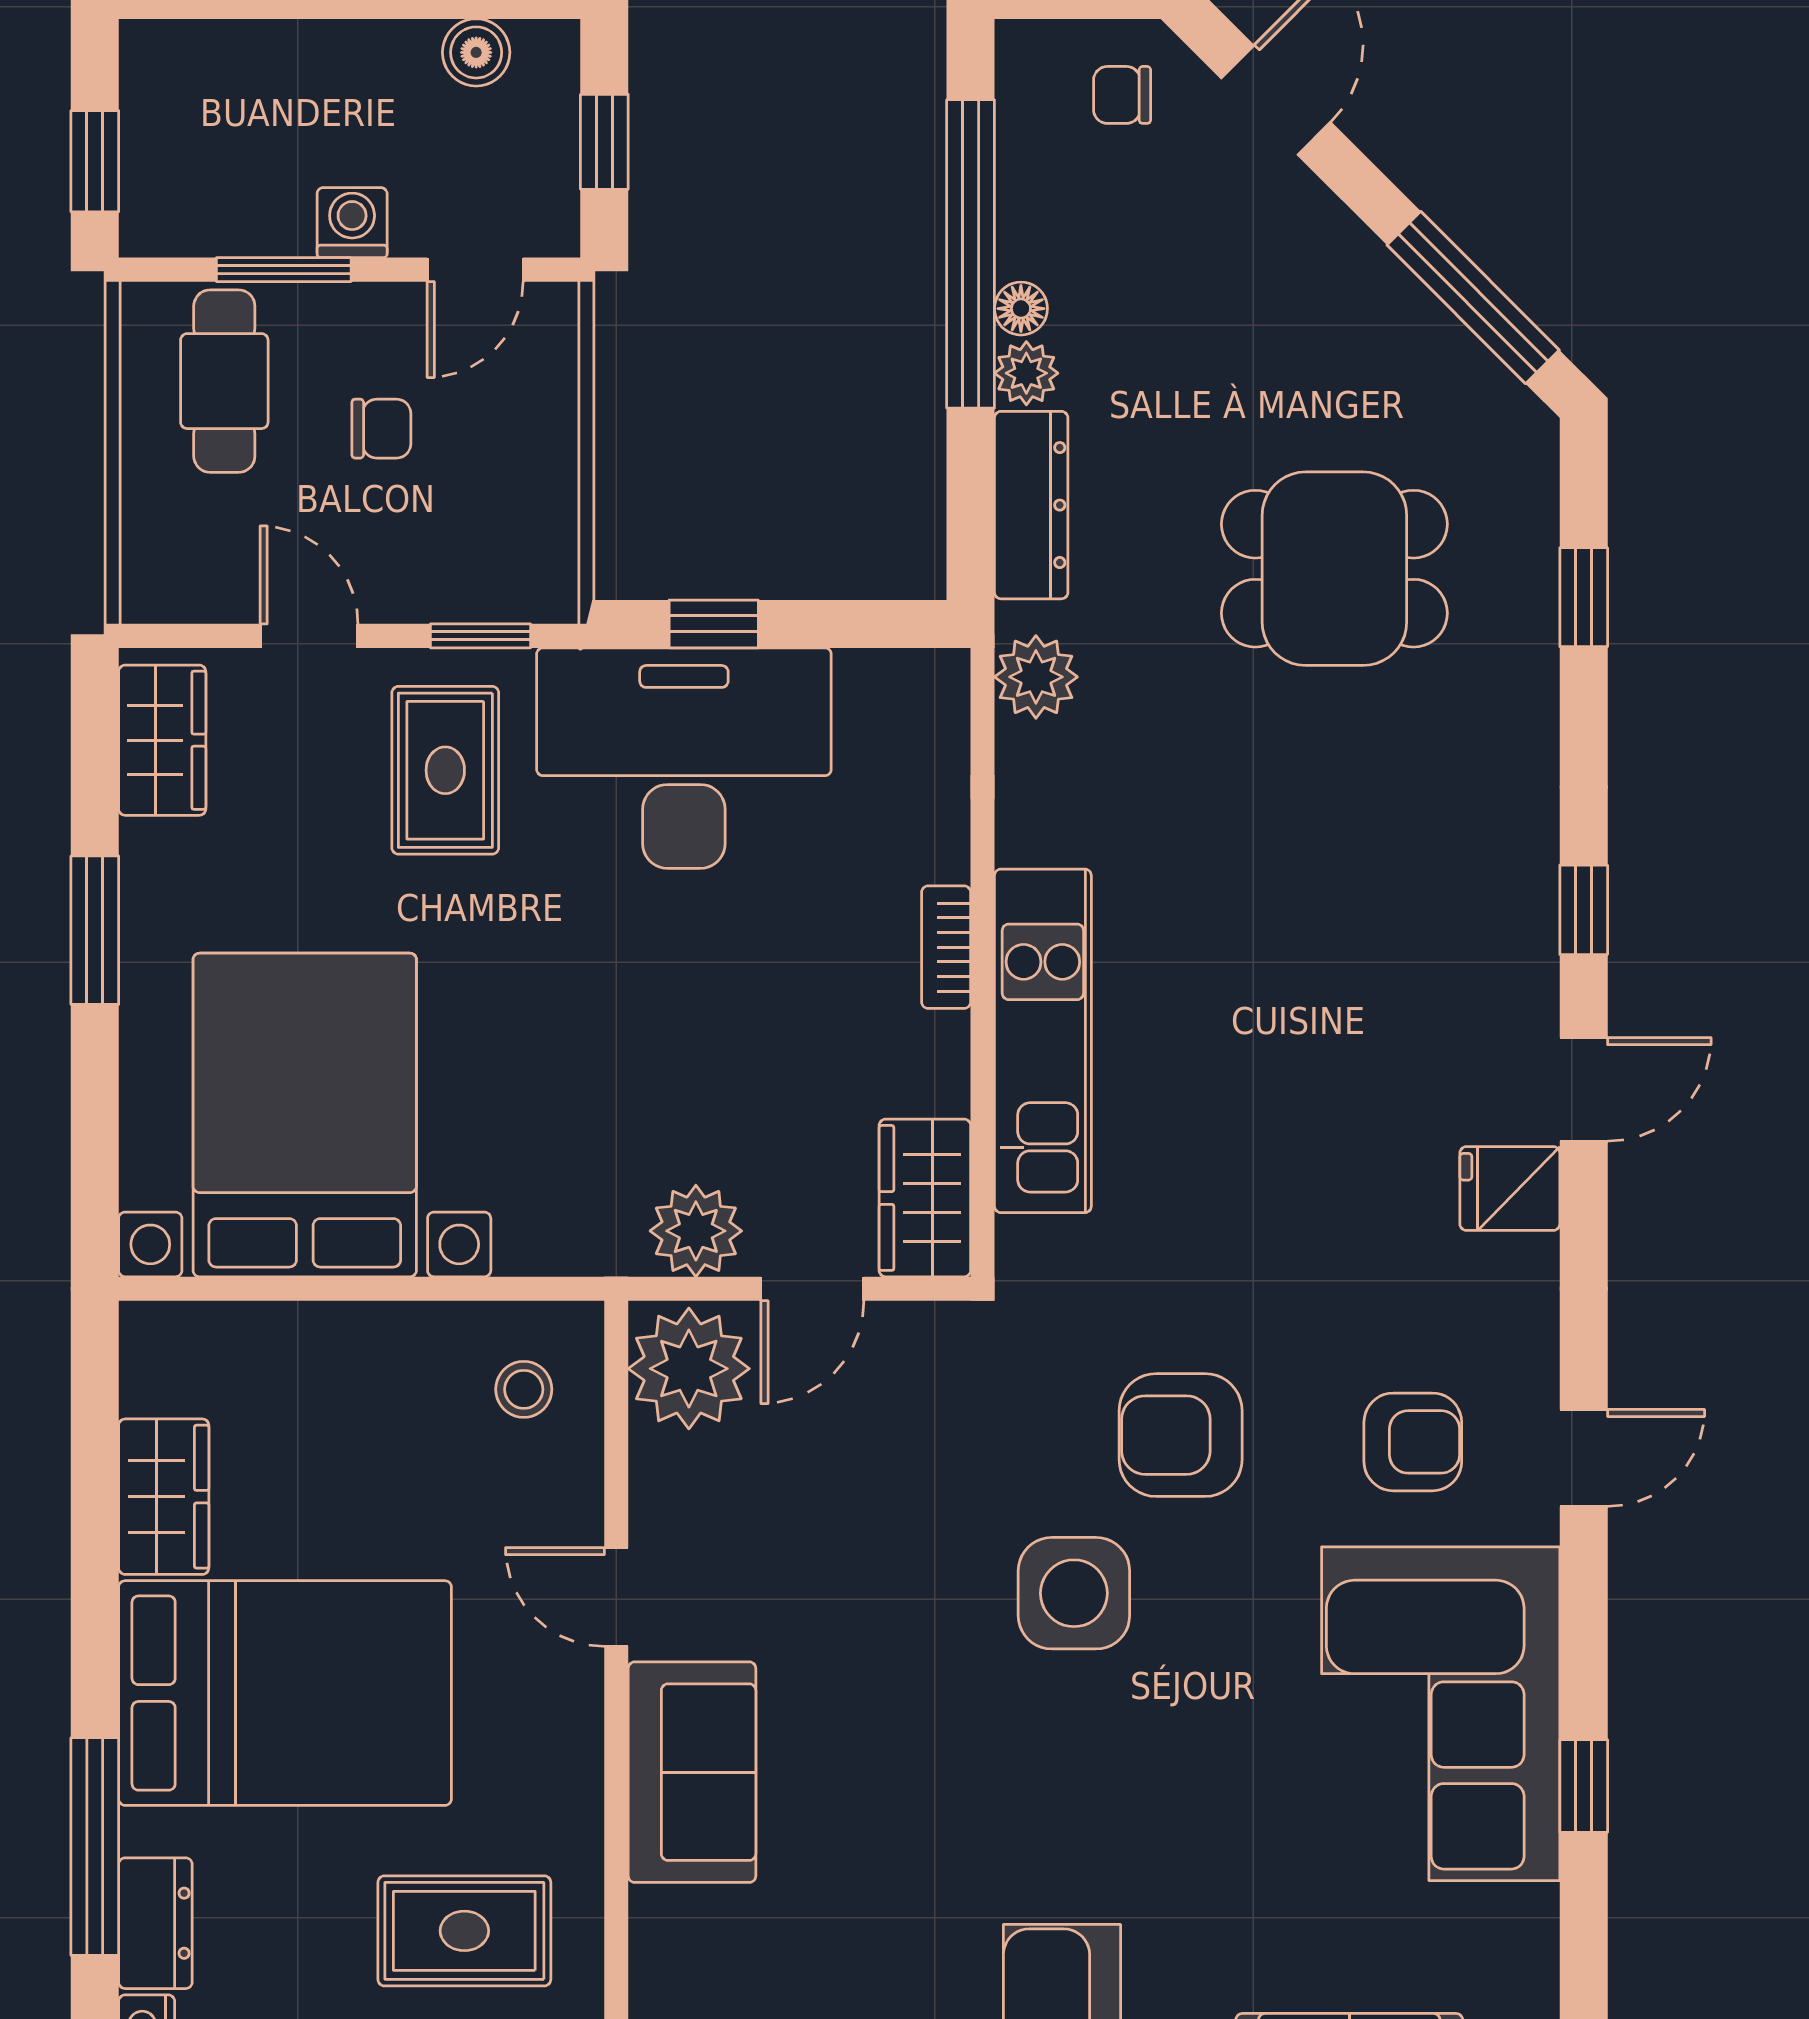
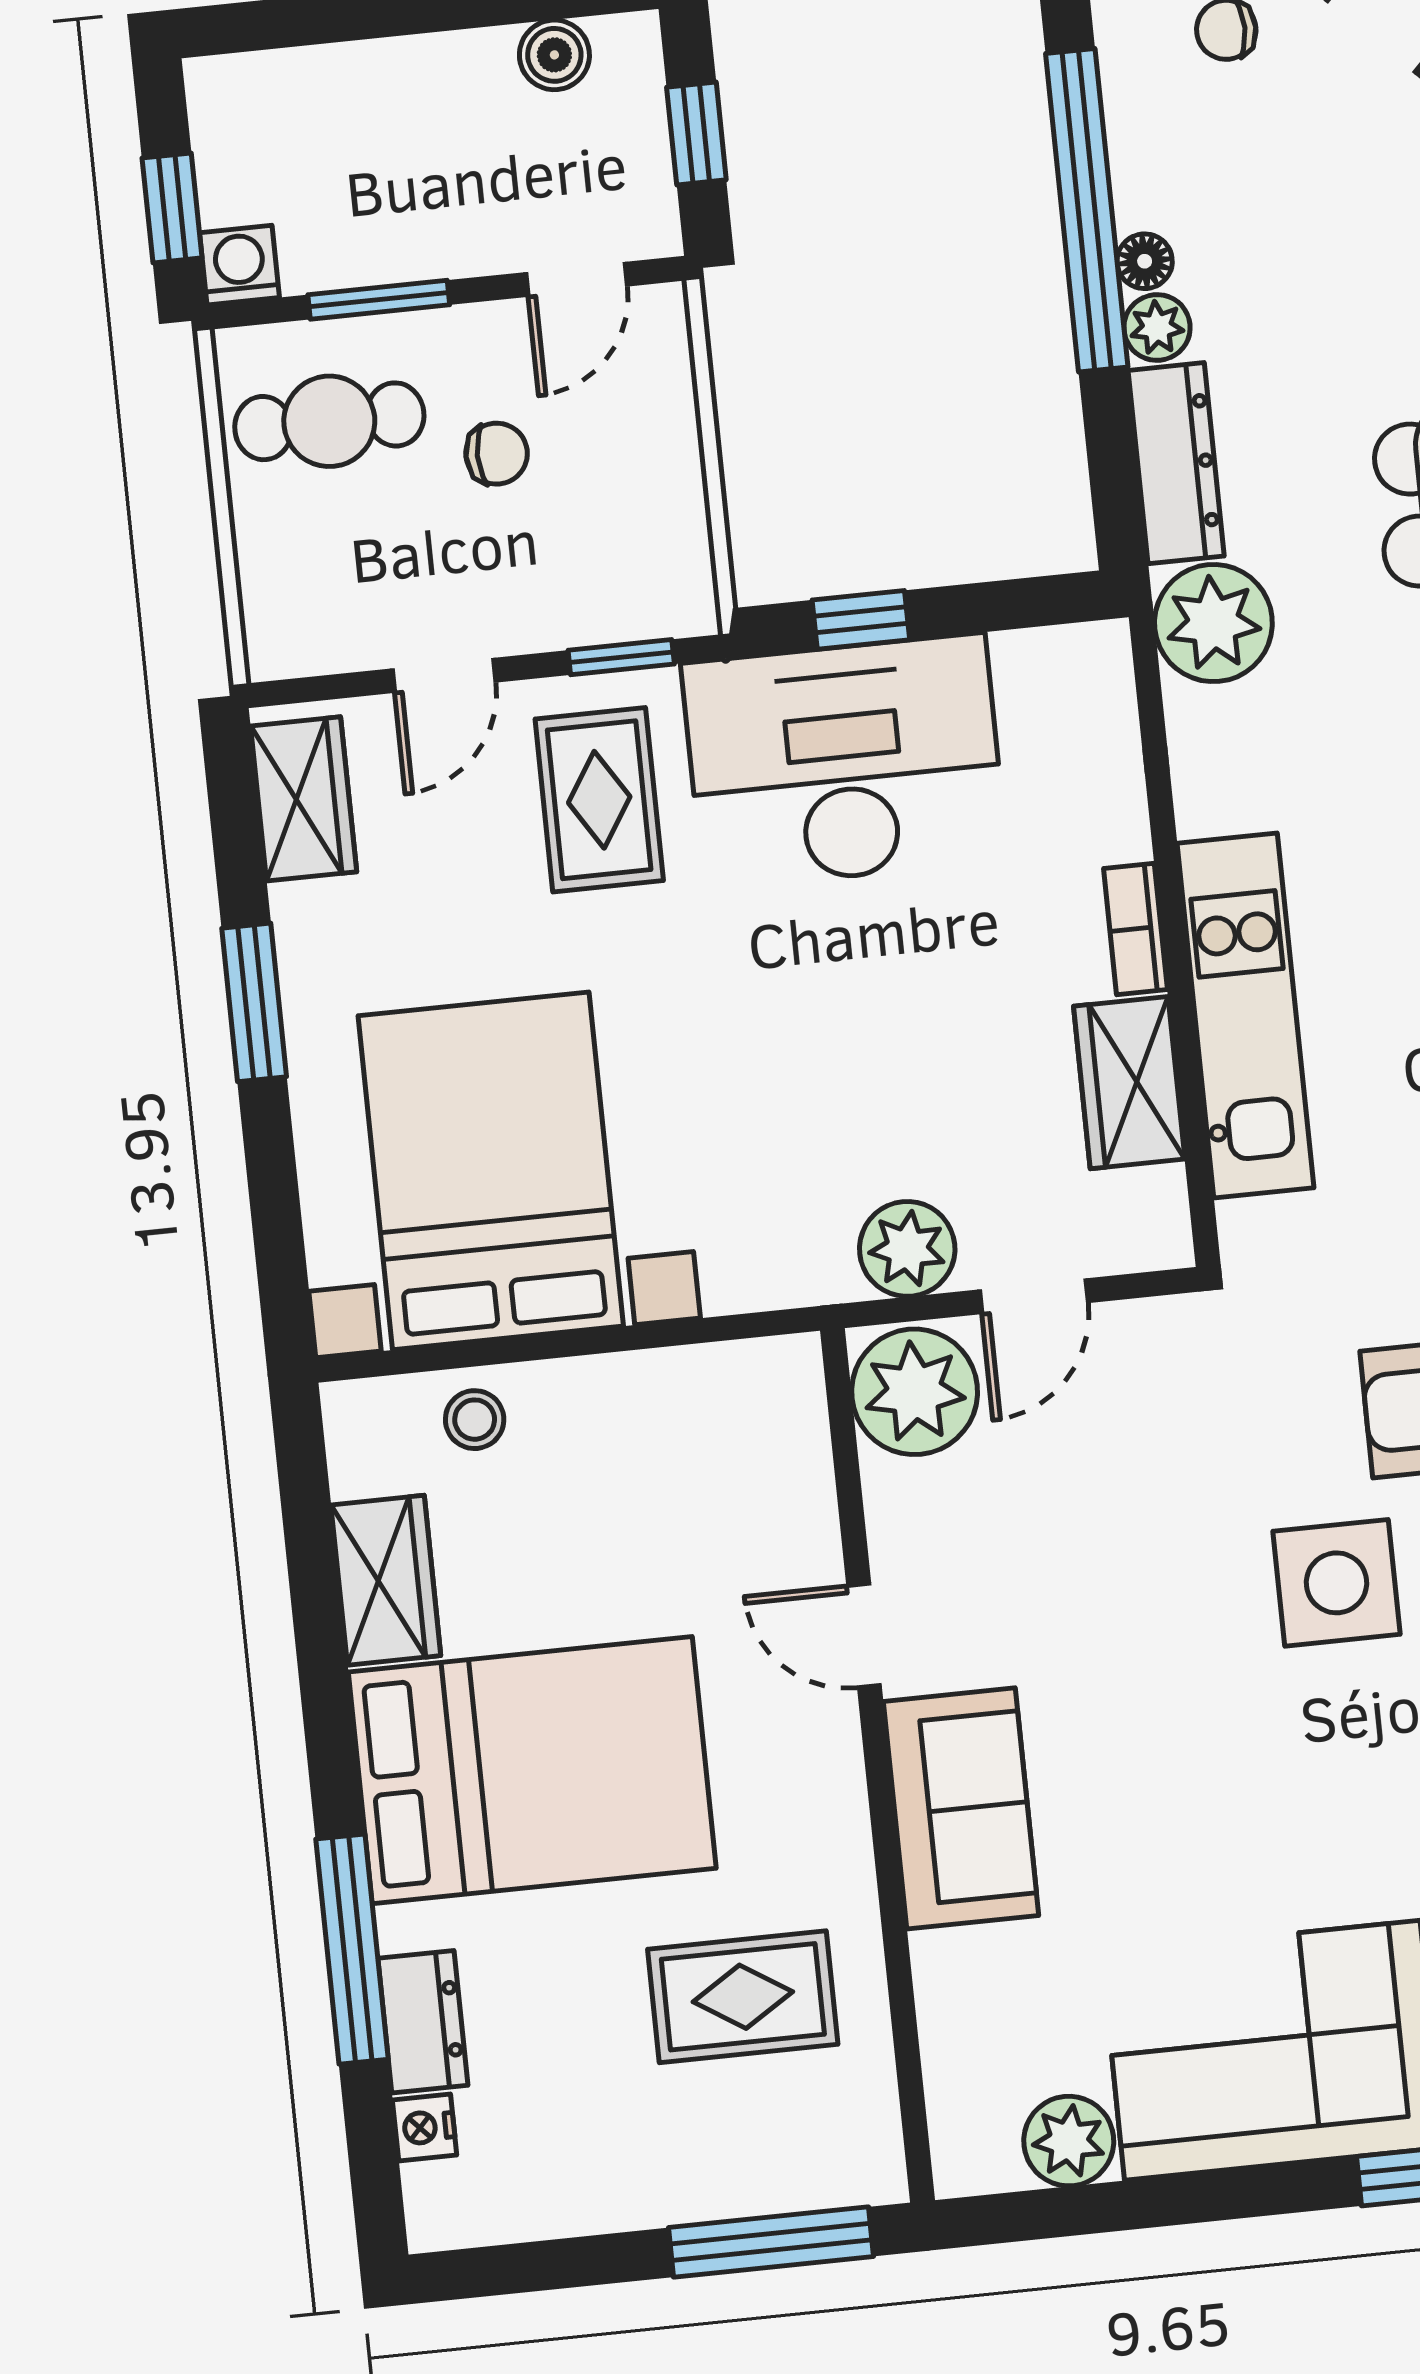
washing machine: (352, 223) -> (239, 265), moved
cafe table: (224, 381) -> (329, 421), turned 90
door: (309, 636) -> (444, 675), swing flipped
plant: (1036, 677) -> (1213, 623), width x1.36, depth x1.36
wardrobe: (925, 1198) -> (1129, 1083), moved
stool: (524, 1389) -> (475, 1420), moved

